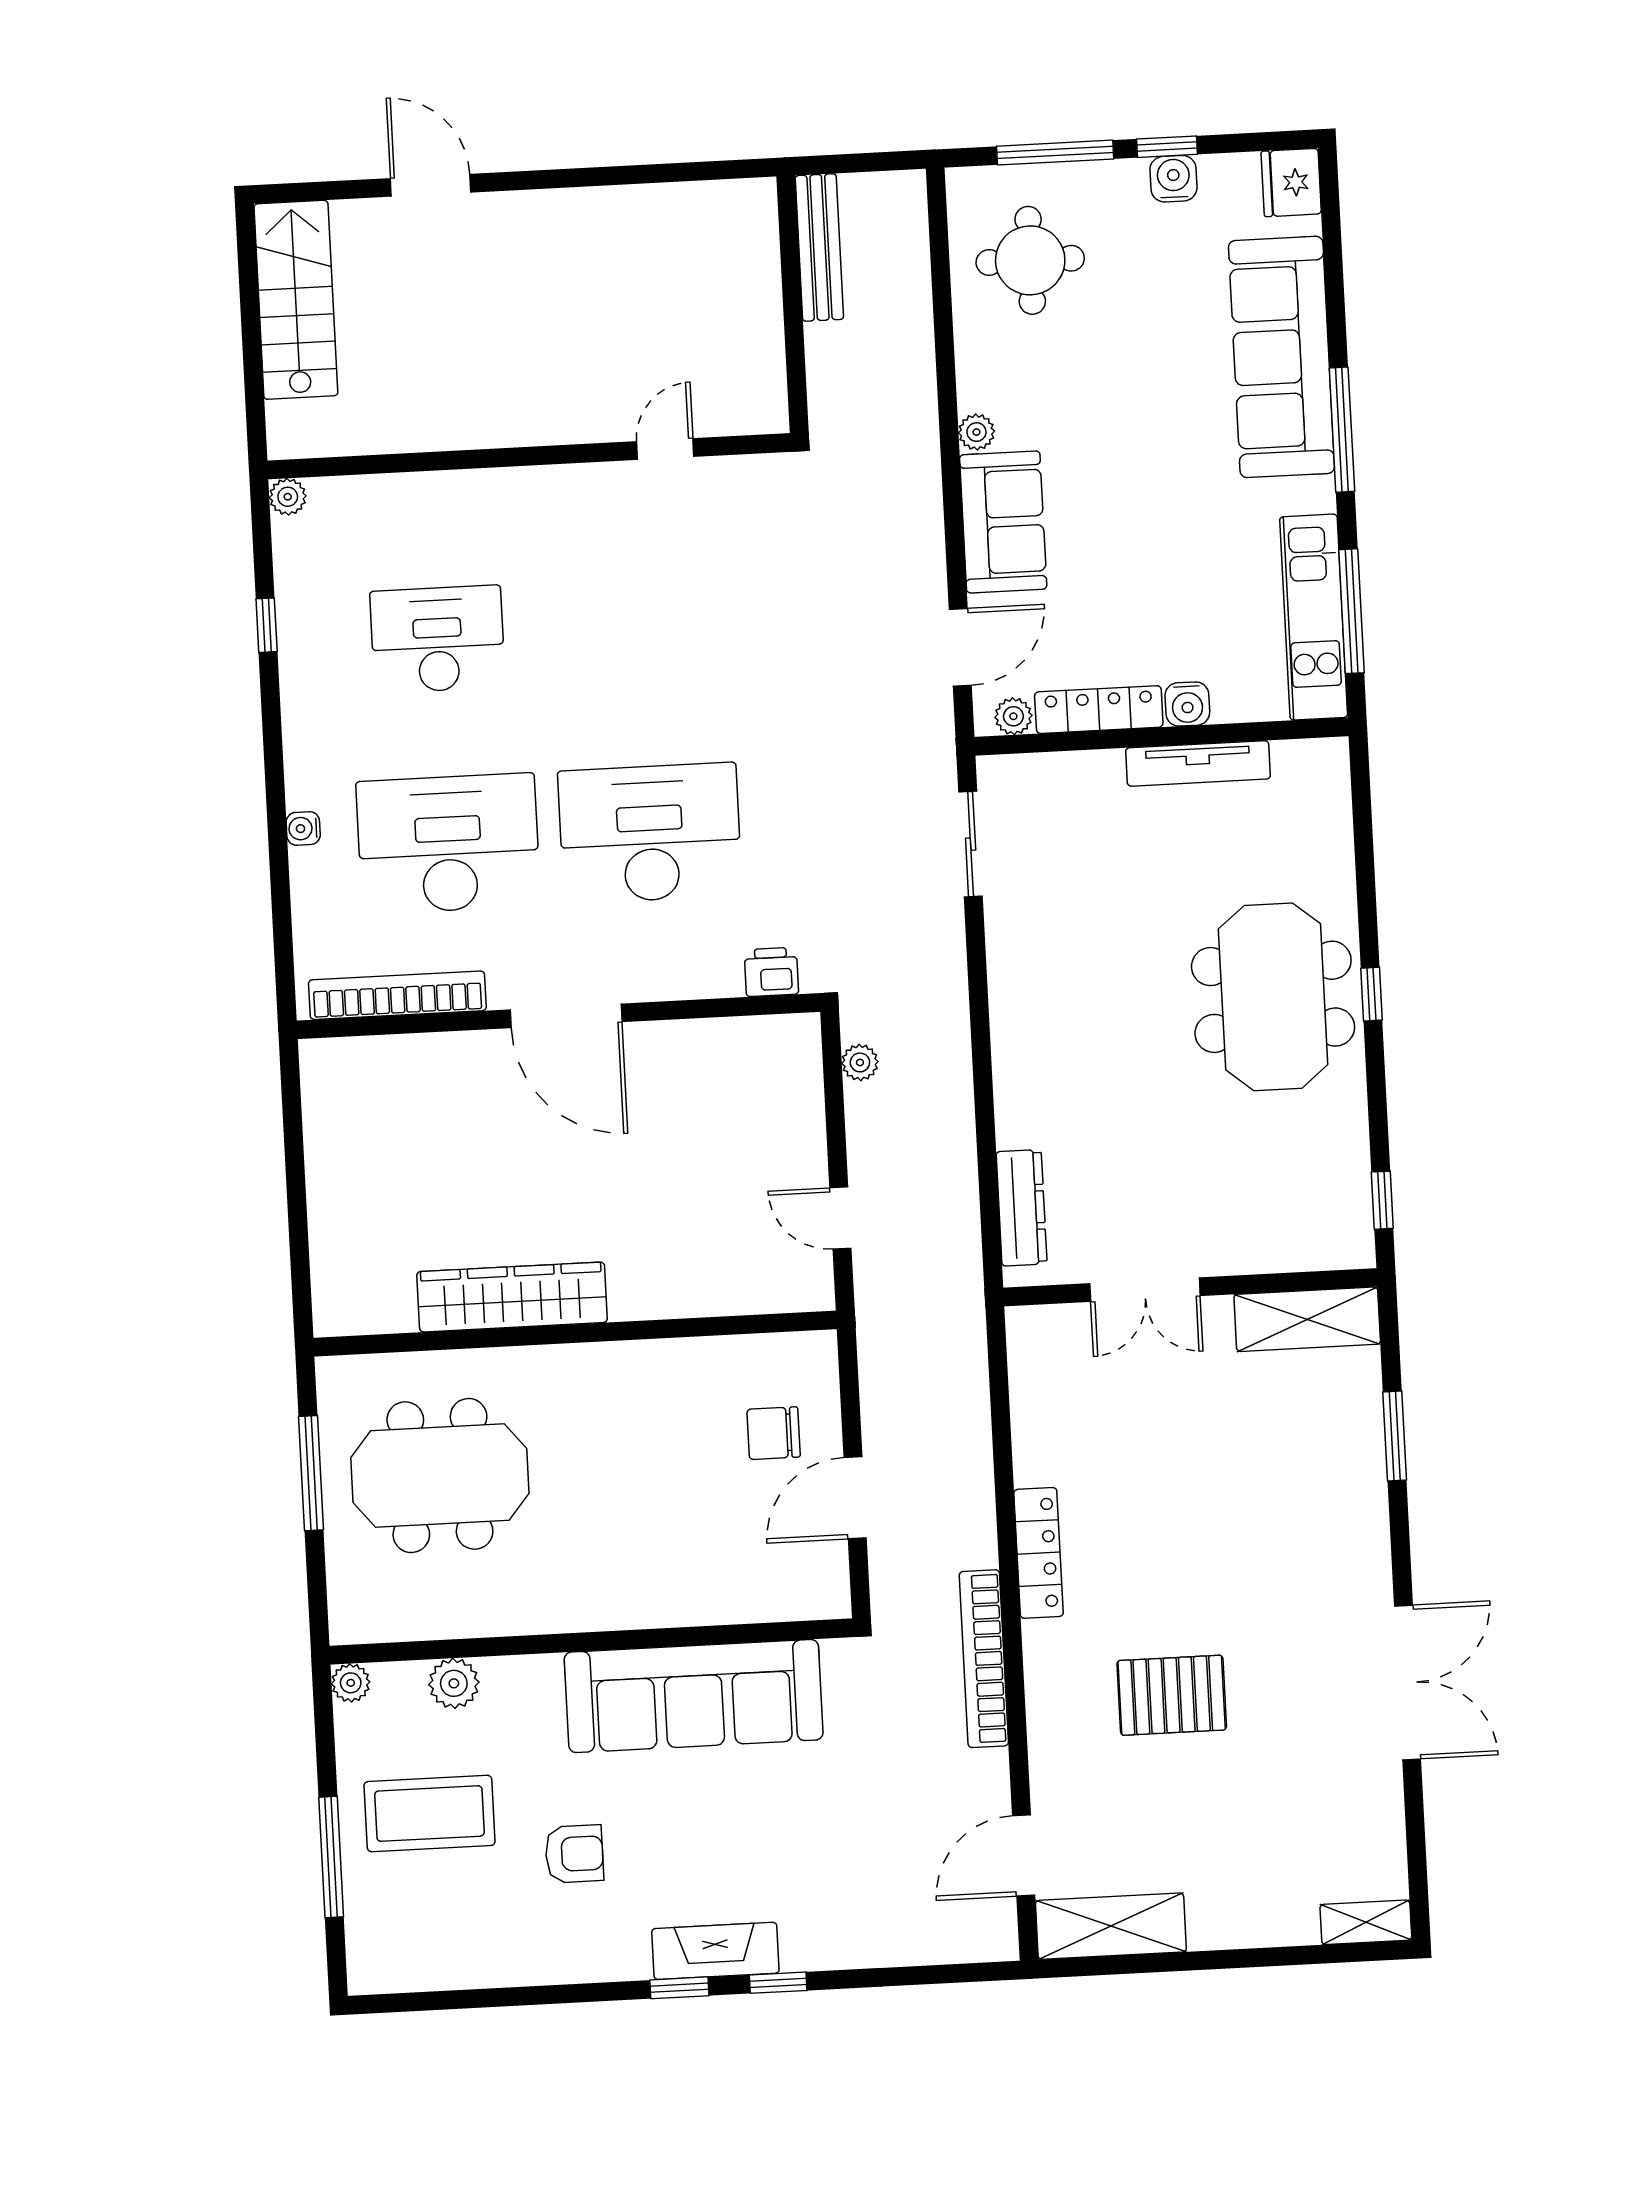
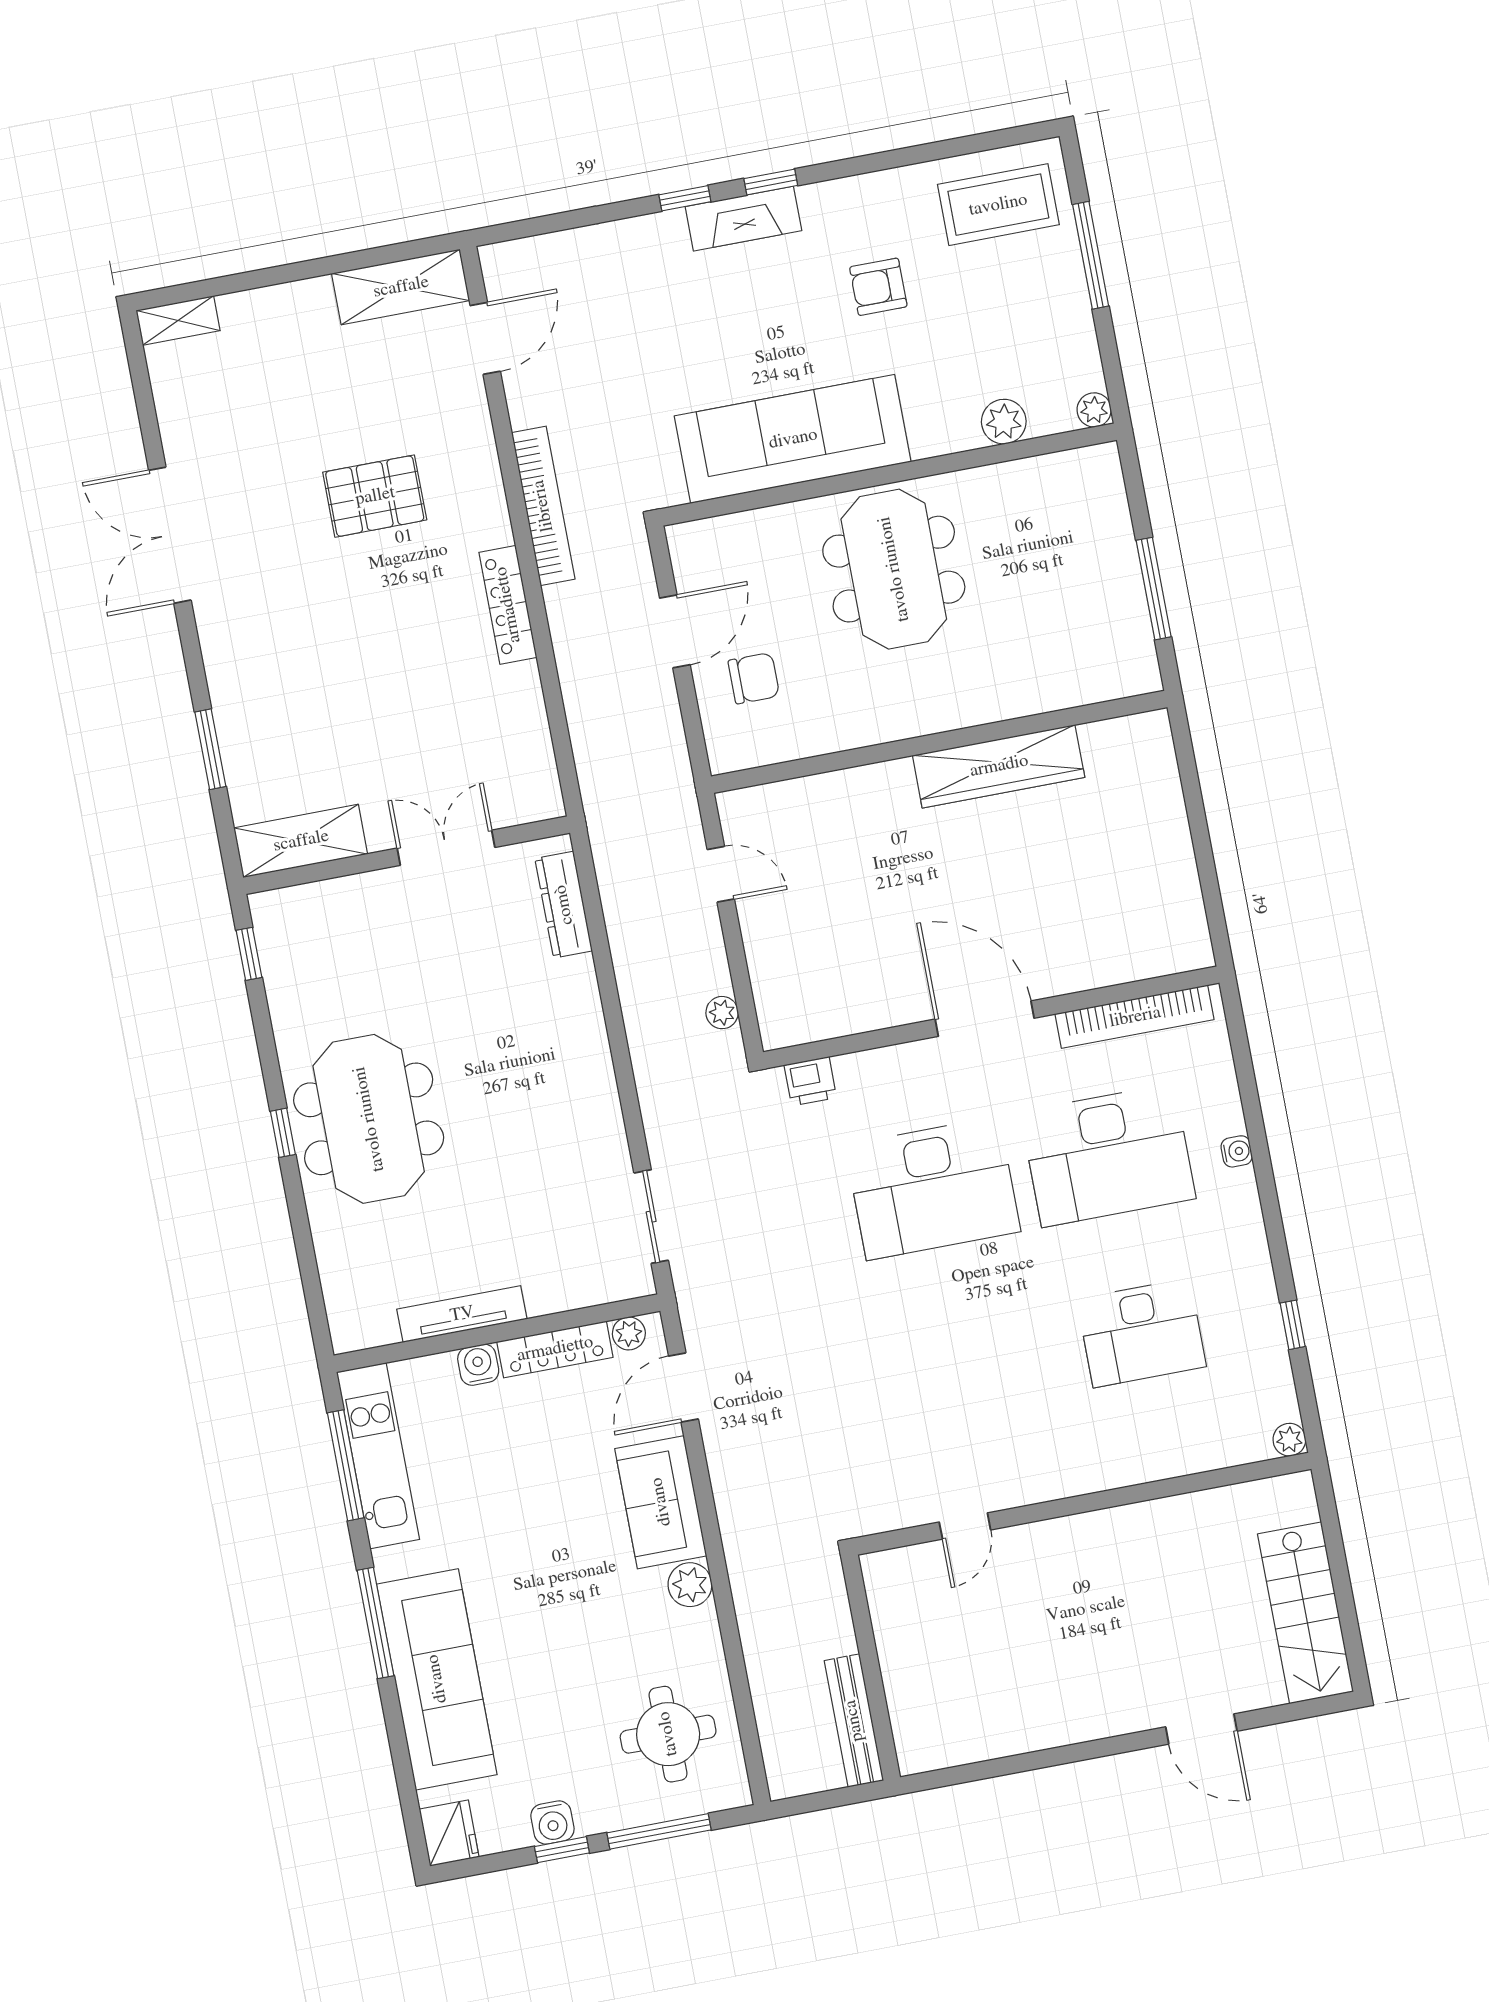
plant: (976, 432) -> (690, 1585), width x1.38, depth x1.38
meeting table: (440, 1476) -> (894, 569), moved, turned 90
coffee table: (429, 1814) -> (998, 205), moved

